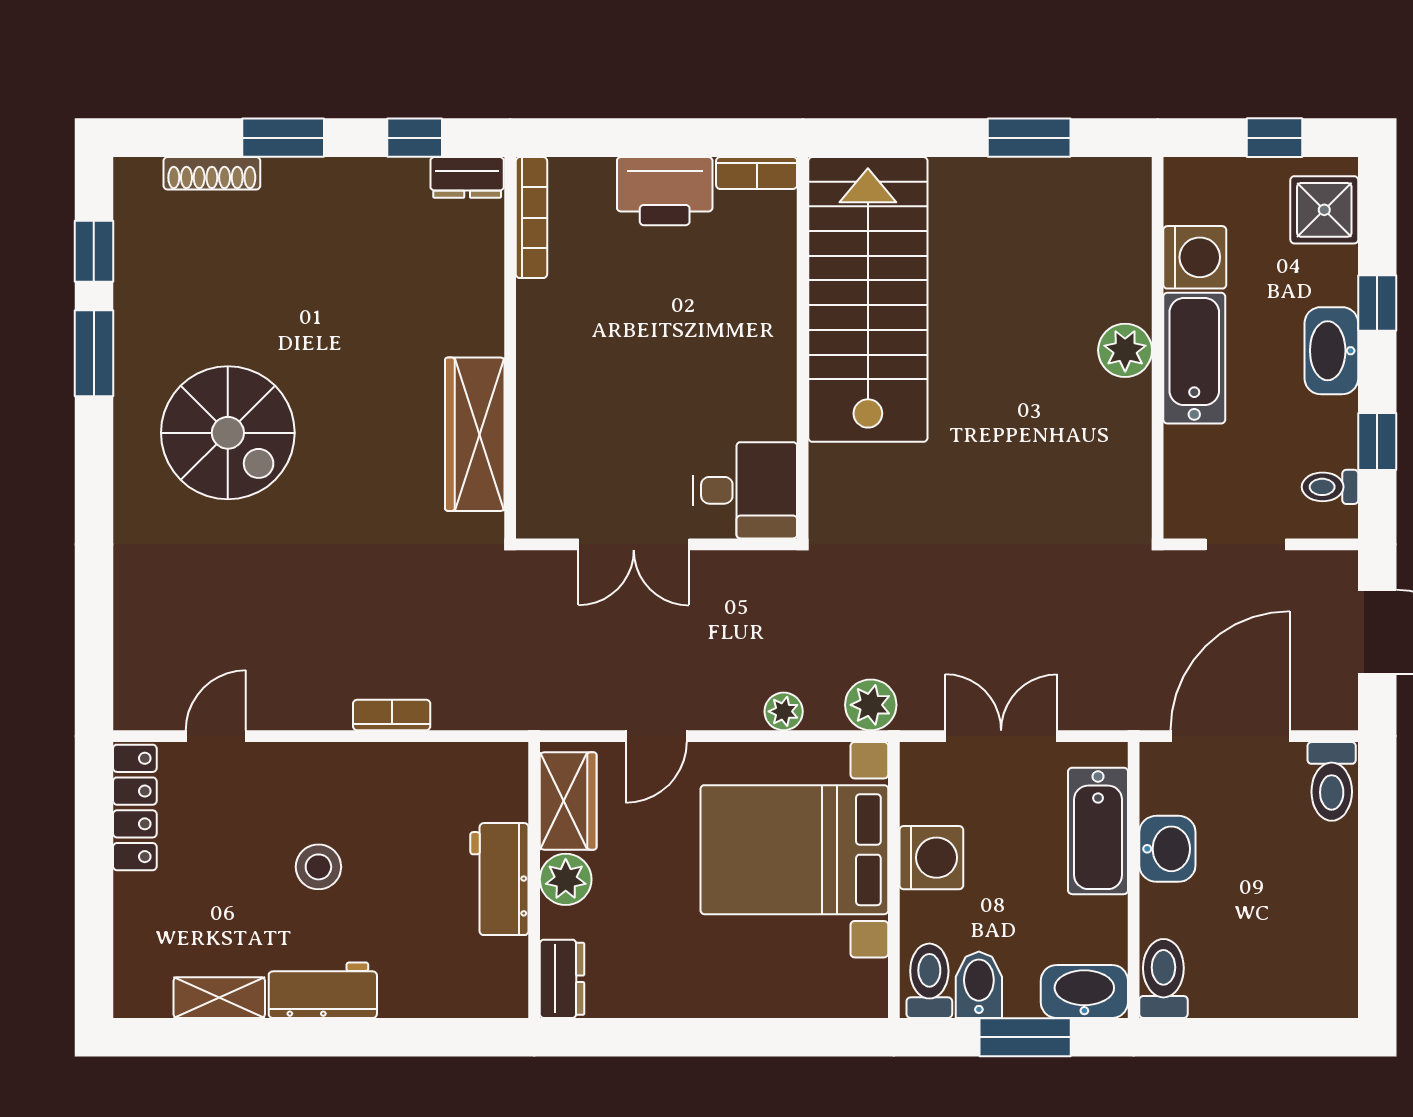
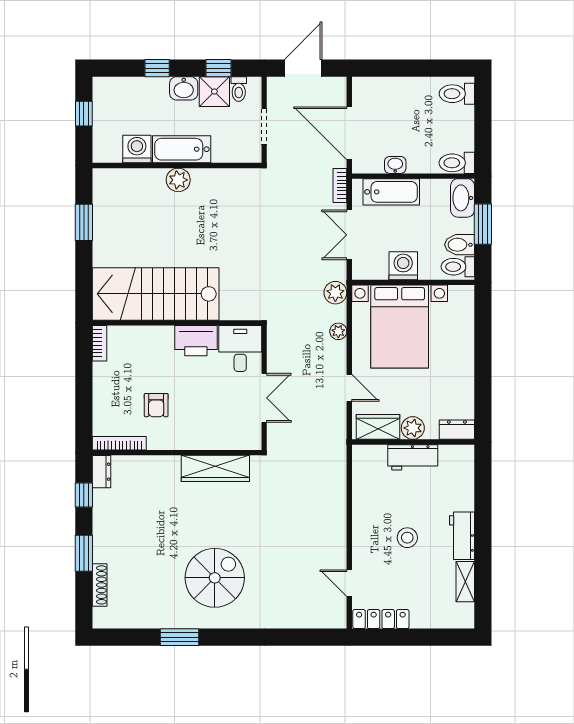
printer: (665, 191) -> (196, 341), moved, turned 90
shower: (1324, 210) -> (214, 92), moved
window: (94, 251) -> (134, 637), removed
armchair: (617, 301) -> (156, 405), added
washbasin: (1331, 351) -> (184, 88), width x0.72
bookcase: (392, 715) -> (340, 186), moved
toilet: (1332, 781) -> (457, 94), moved, turned 180
washbasin: (1167, 849) -> (395, 165), width x0.72, depth x0.69

